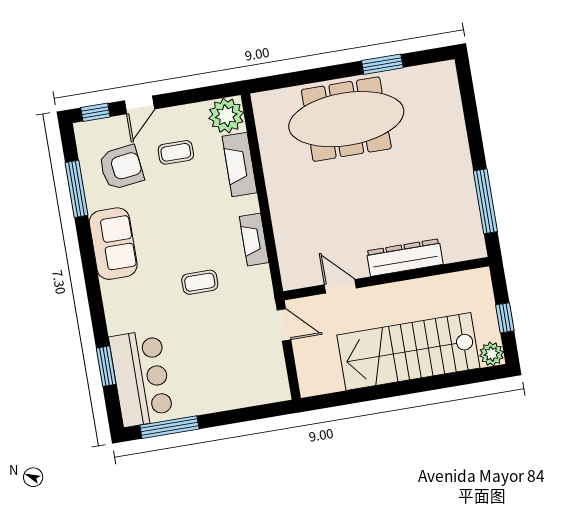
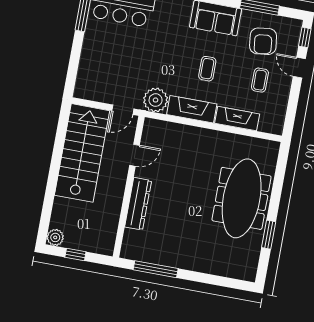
plant: (226, 116) -> (156, 100), moved
fireplace: (254, 240) -> (192, 109), width x1.37, depth x1.32
coffee table: (200, 282) -> (207, 69), moved
stairs: (408, 352) -> (82, 153), moved

